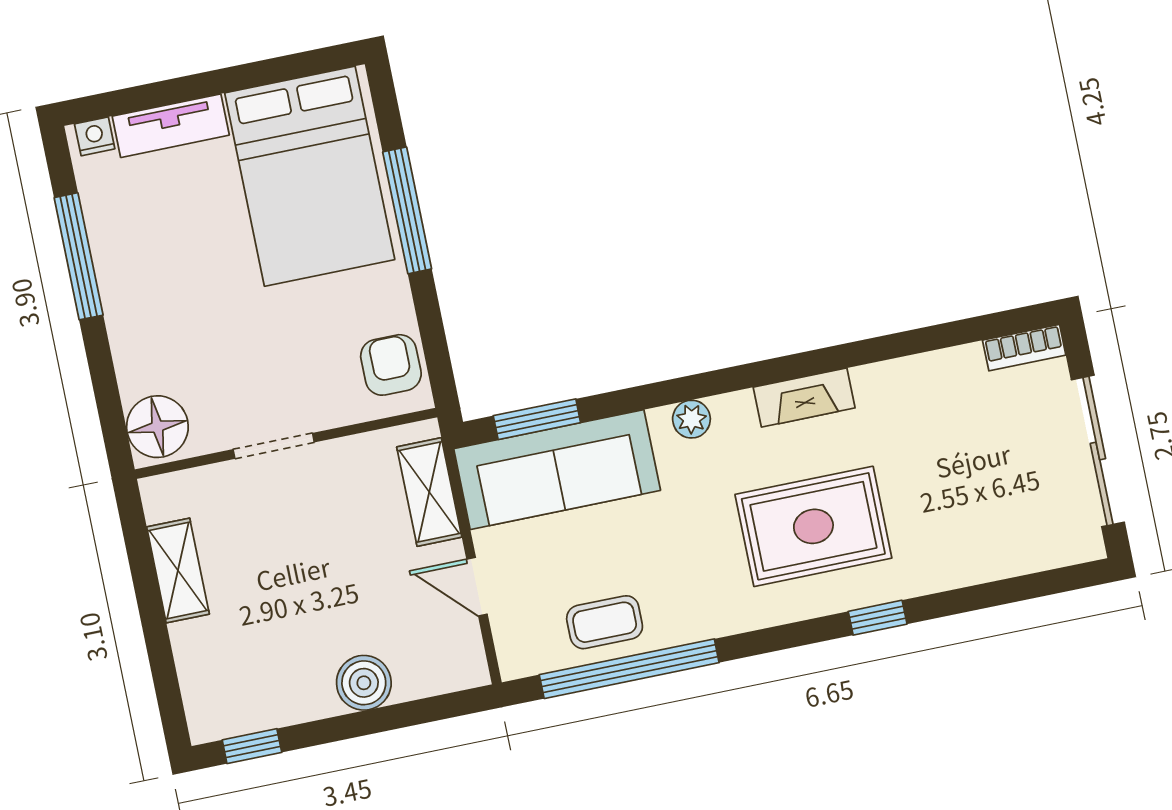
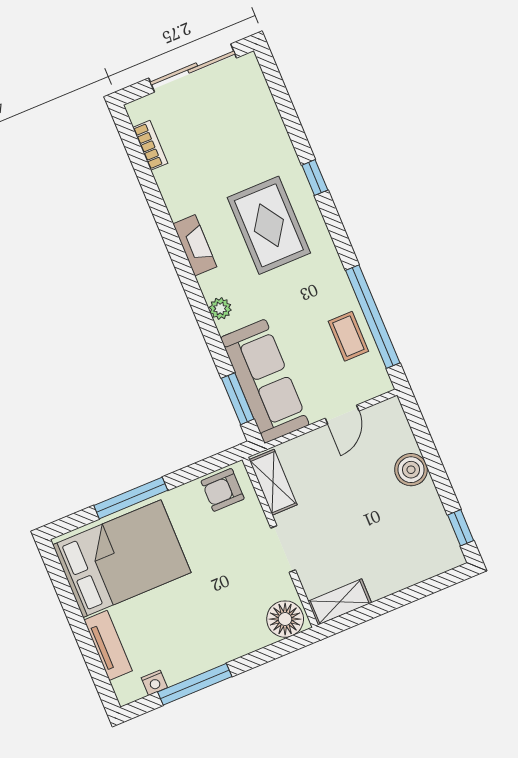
nightstand: (95, 136) -> (154, 683), moved, turned -90
bookcase: (1024, 348) -> (150, 145), moved
shelving: (429, 492) -> (273, 482), moved, turned 90
shelving: (178, 571) -> (340, 602), moved

